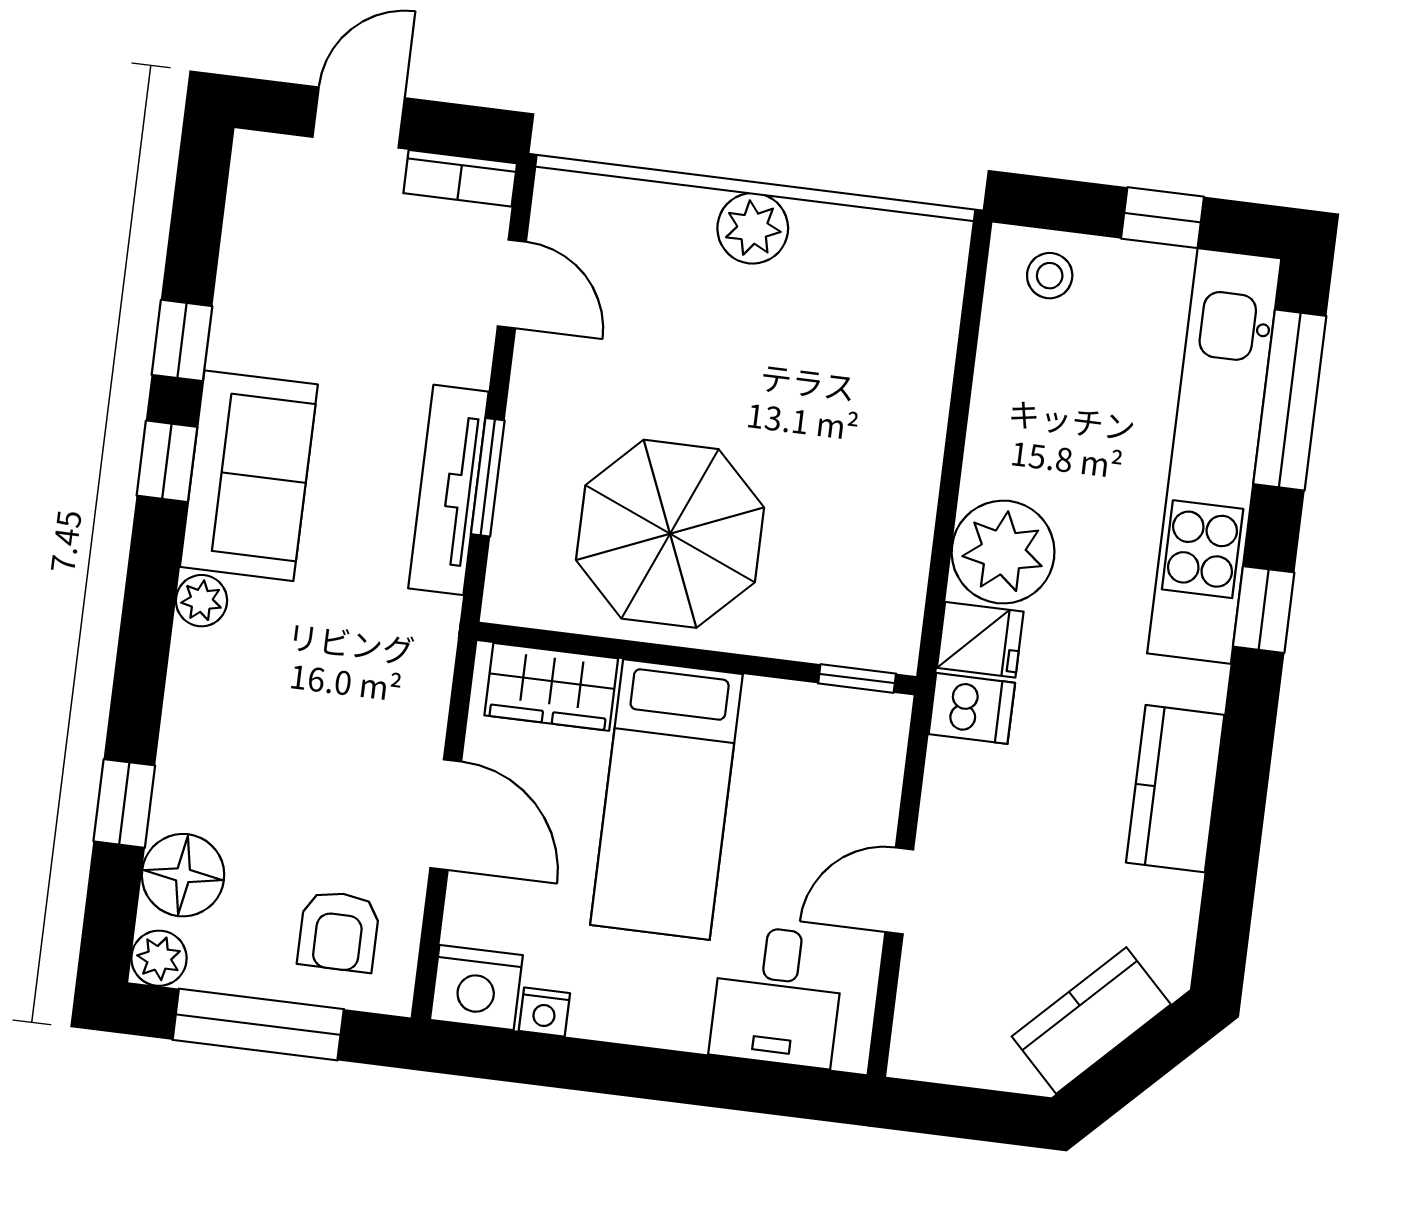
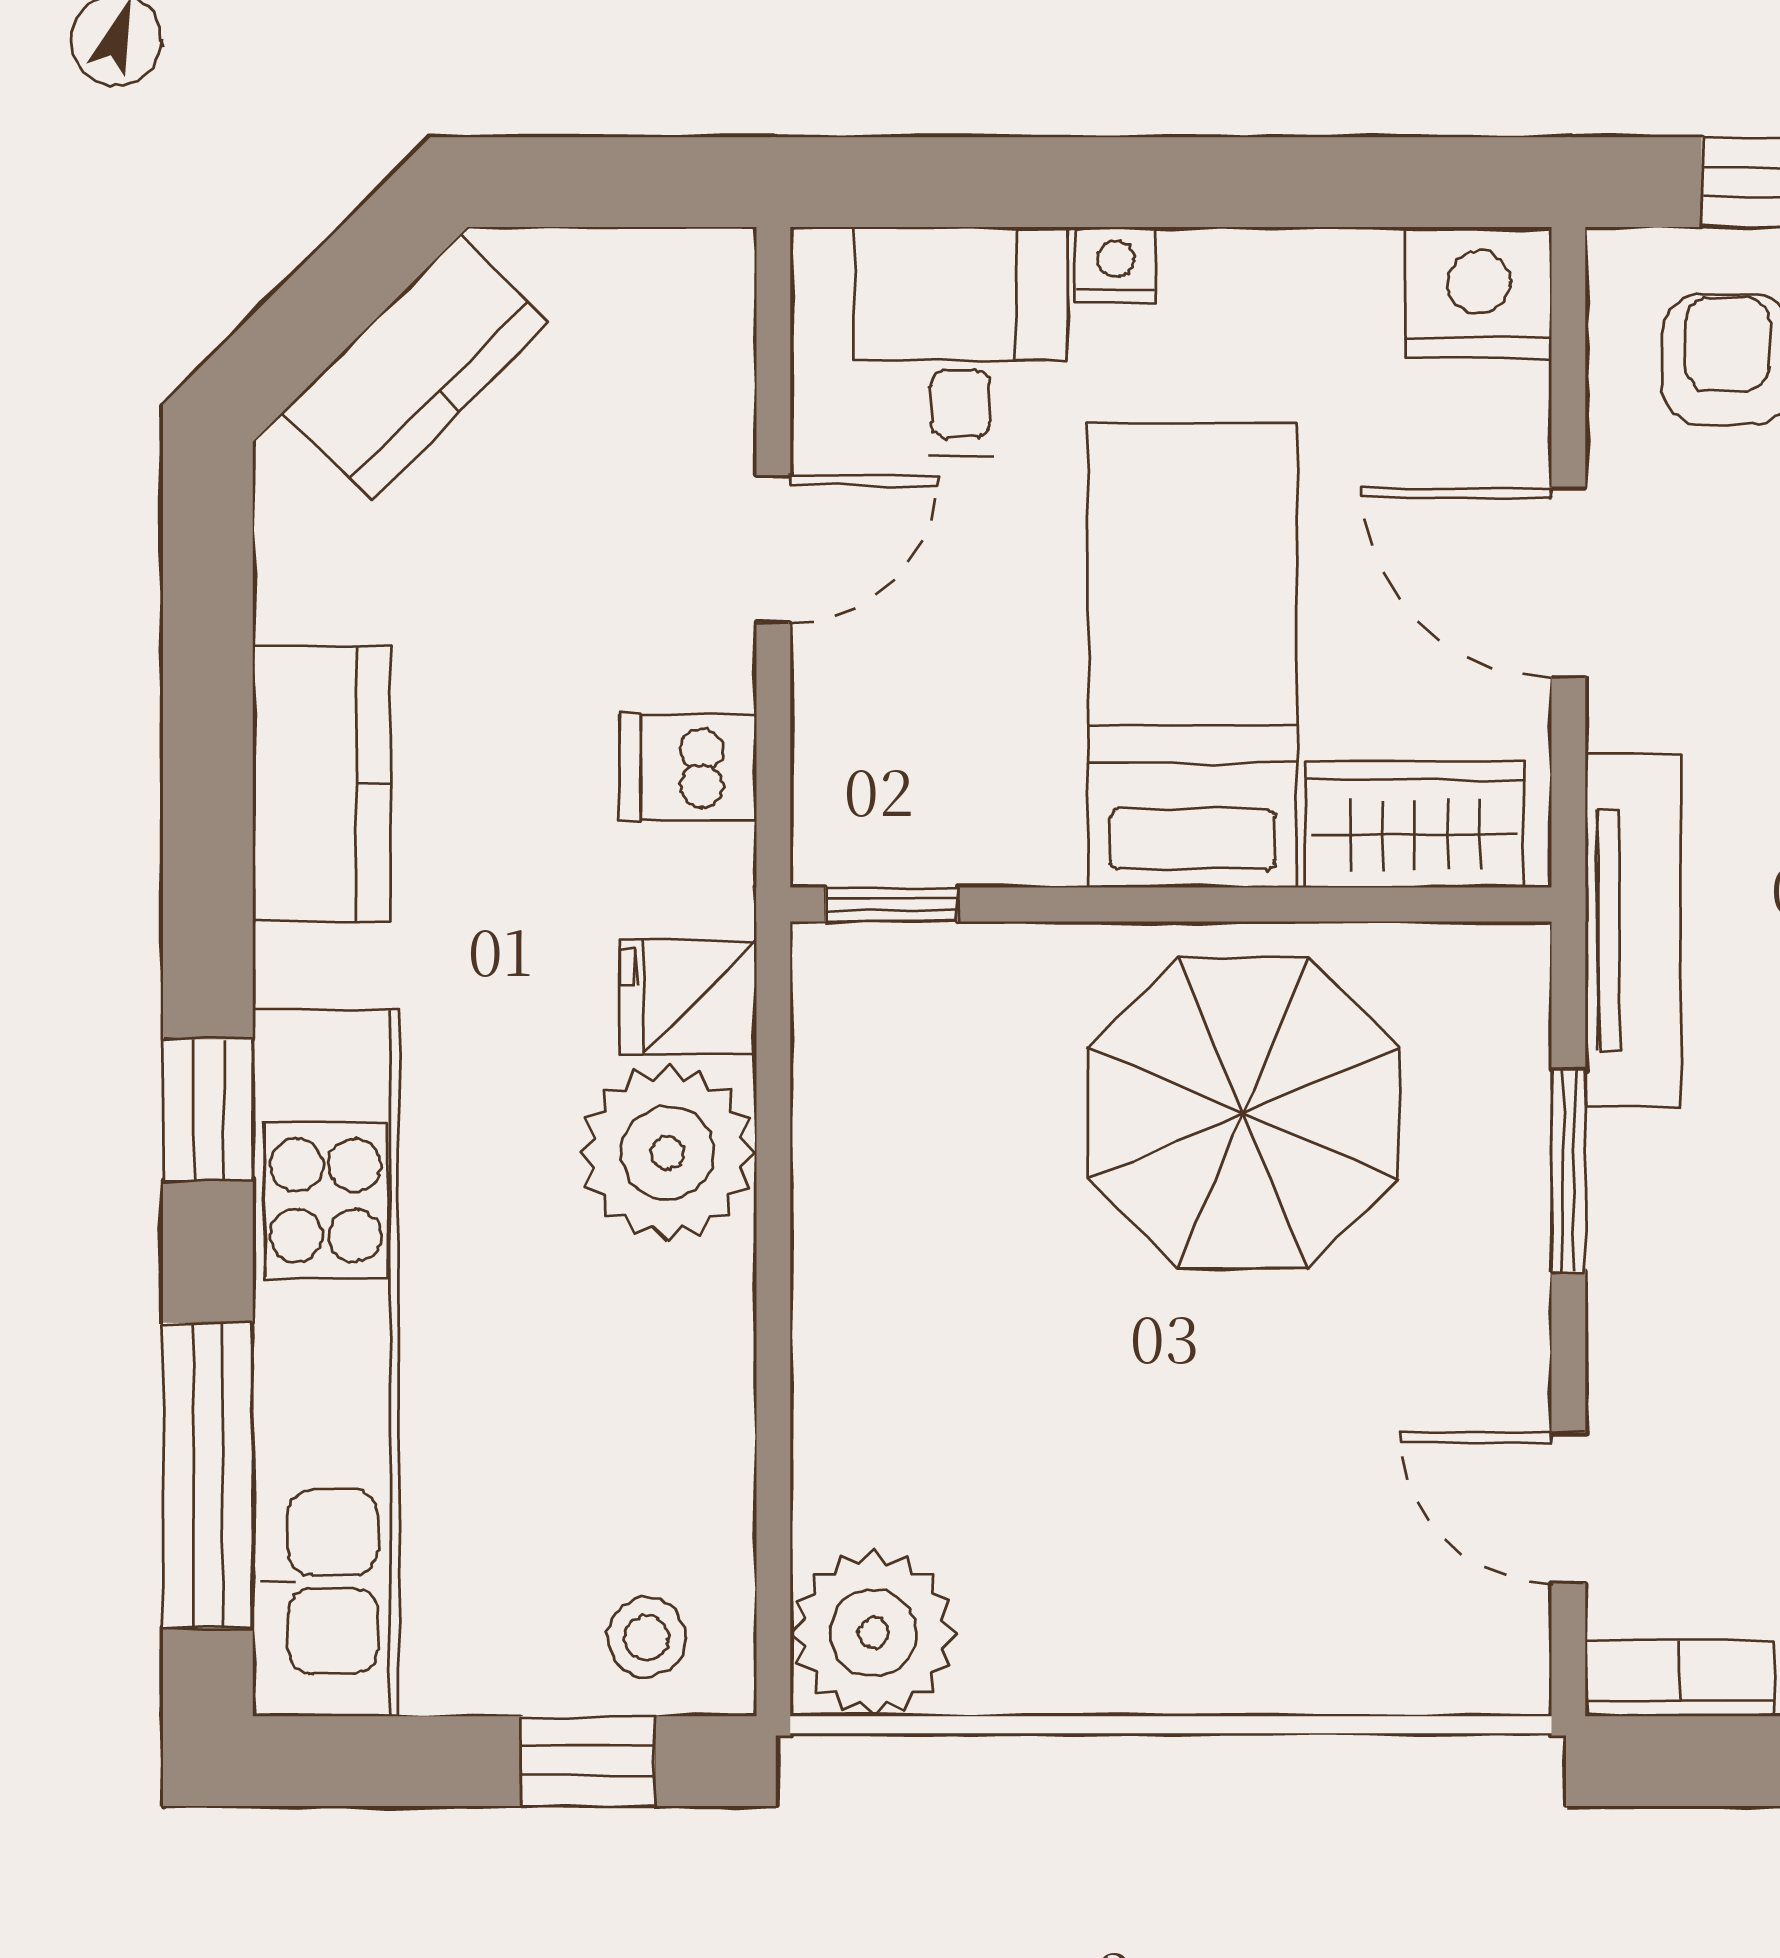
window: (1163, 218) -> (588, 1761), moved
plant: (753, 228) -> (874, 1633), moved, width x1.36, depth x1.36
tv unit: (448, 490) -> (1633, 930), moved
dishwasher: (972, 708) -> (688, 767), moved
nightstand: (544, 1012) -> (1116, 265), moved

